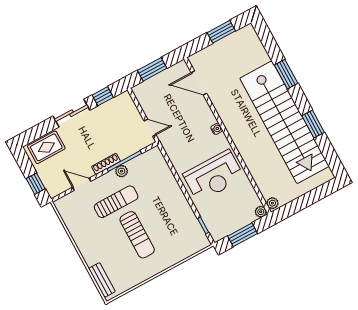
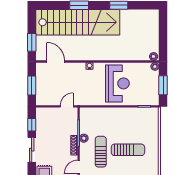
window: (221, 32) -> (32, 42), moved
door: (199, 83) -> (56, 62), swing flipped
stairs: (284, 122) -> (78, 22), moved

